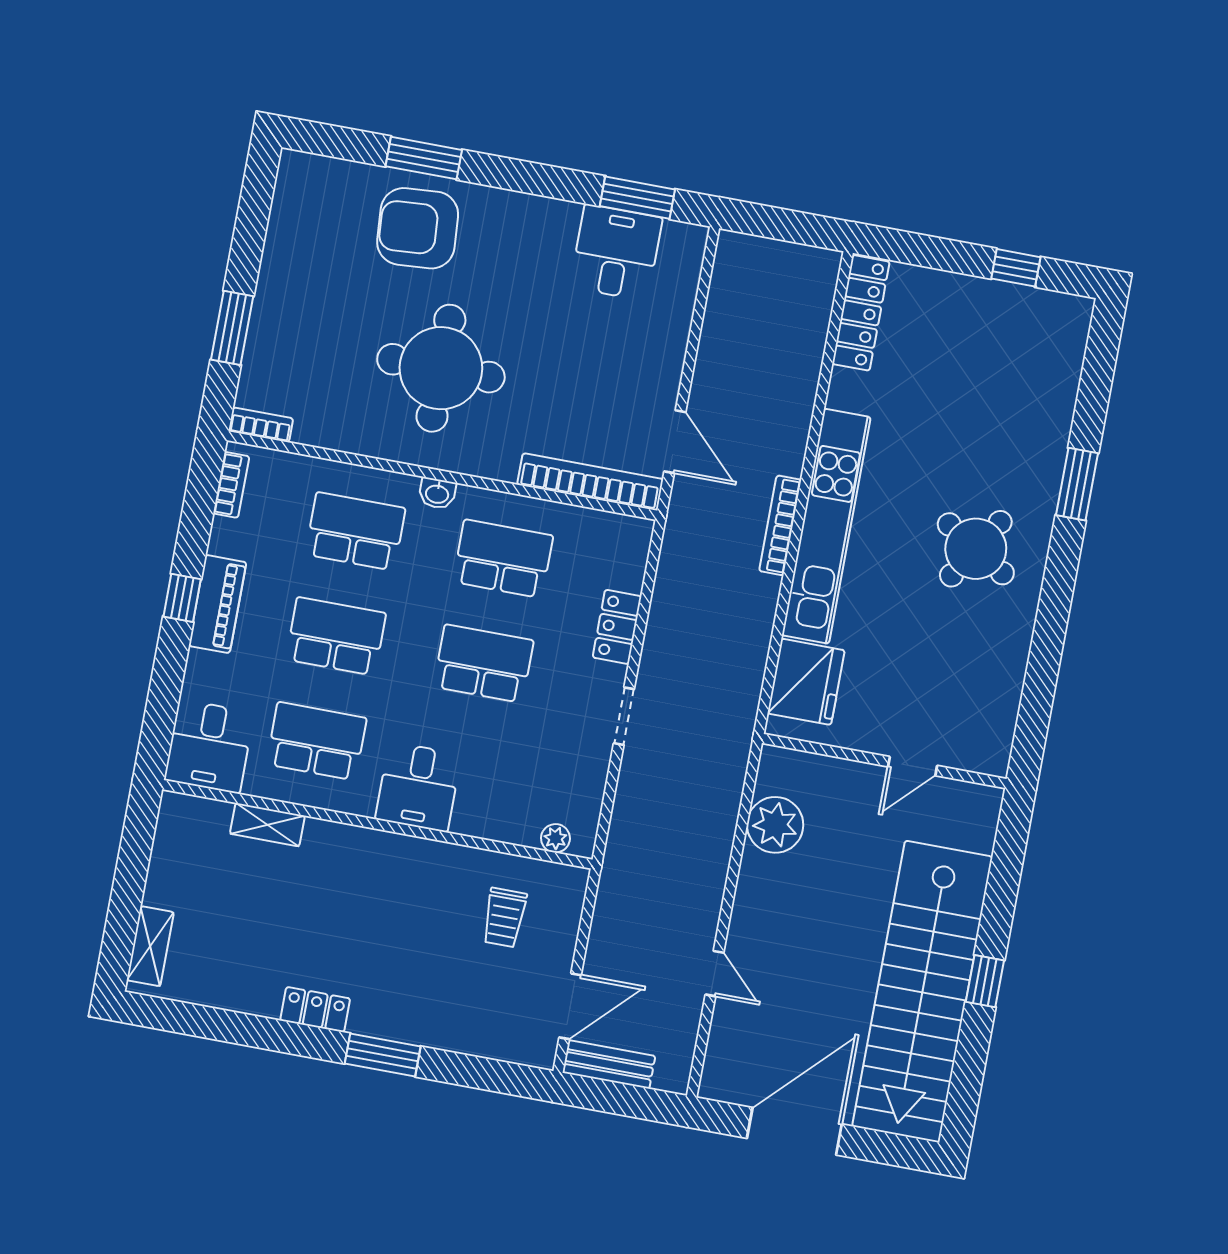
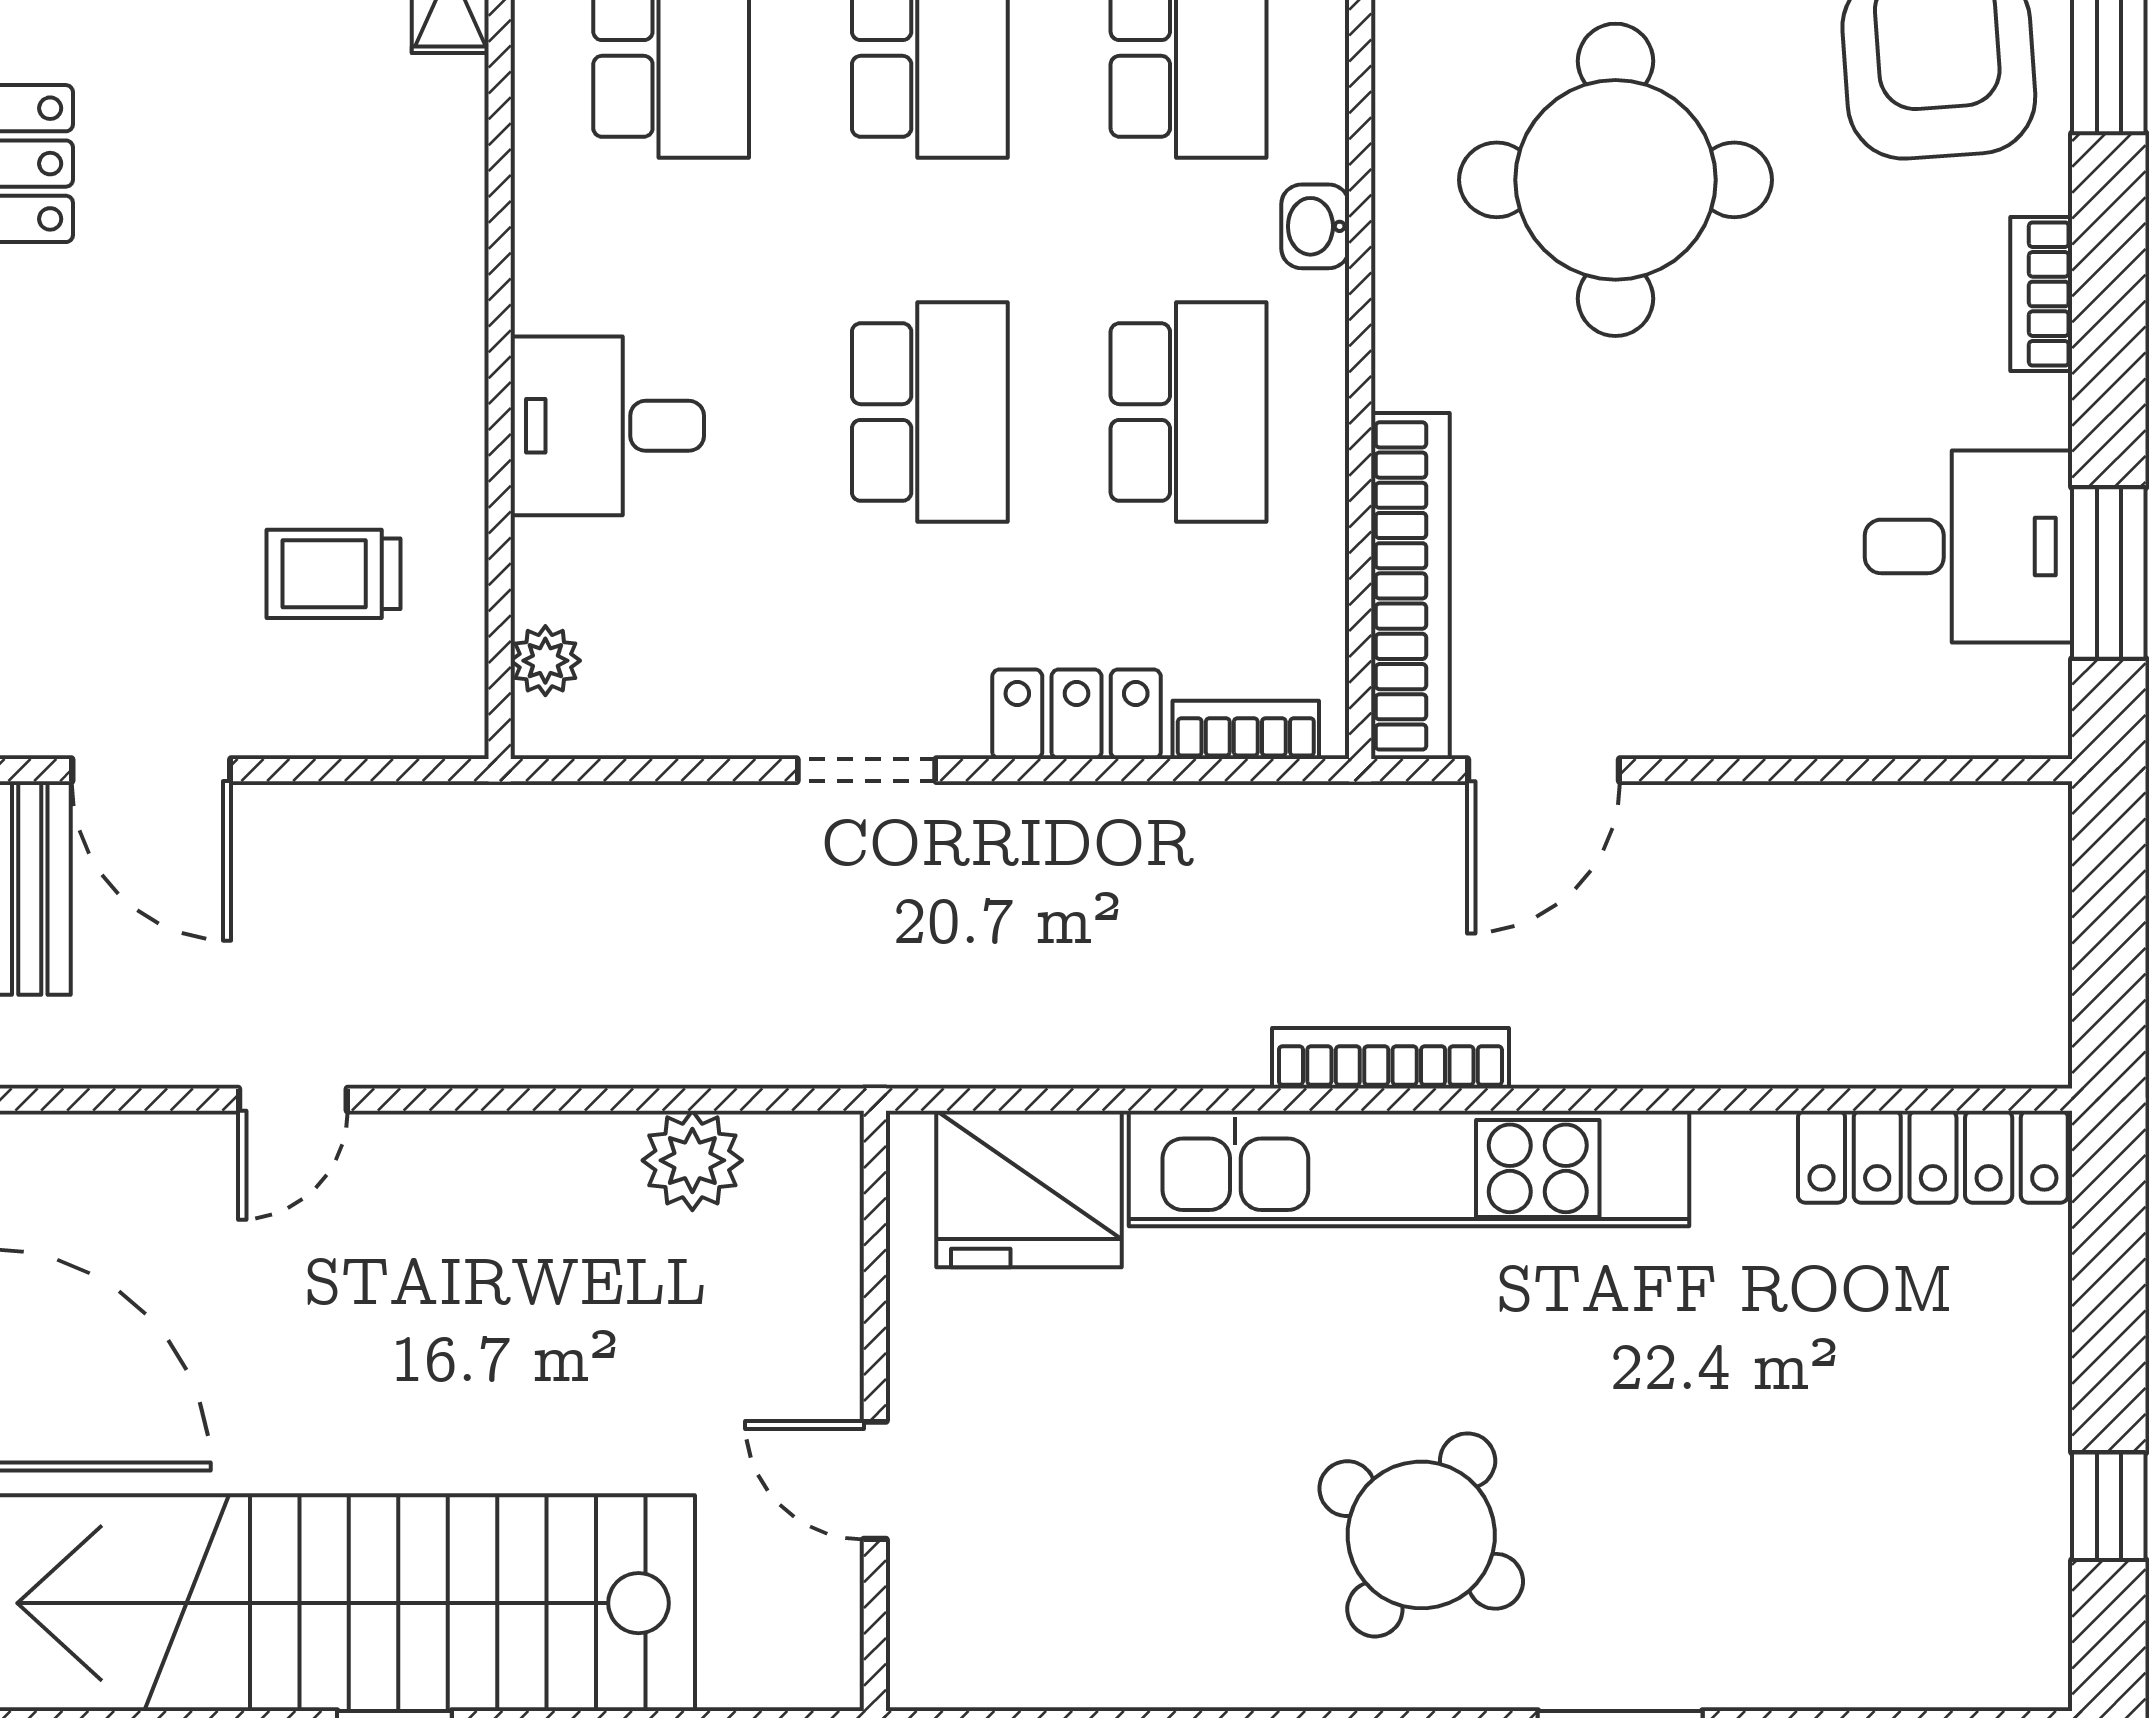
bookcase: (519, 204) -> (2041, 294), added
bookcase: (636, 559) -> (1246, 730), added
desk: (418, 787) -> (607, 426), moved
plant: (775, 825) -> (692, 1160), width x0.73, depth x0.73

